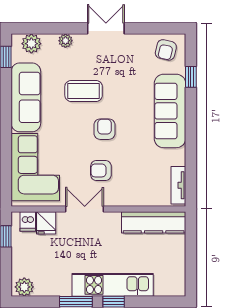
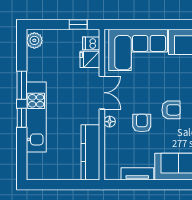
armchair: (101, 170) -> (142, 123), moved
tv unit: (178, 185) -> (137, 174), moved
floor lamp: (118, 200) -> (110, 122), added

